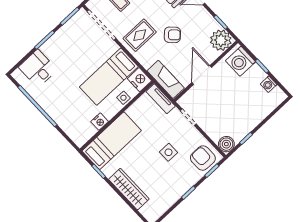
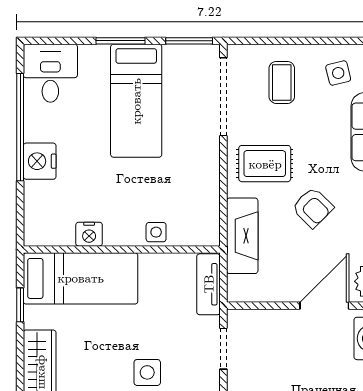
desk: (38, 68) -> (50, 73), moved
door: (202, 75) -> (324, 306), moved
bed: (109, 77) -> (136, 101), moved, turned -90
fireplace: (166, 79) -> (242, 236), moved
nightstand: (139, 80) -> (40, 161), moved, turned 180

